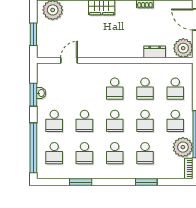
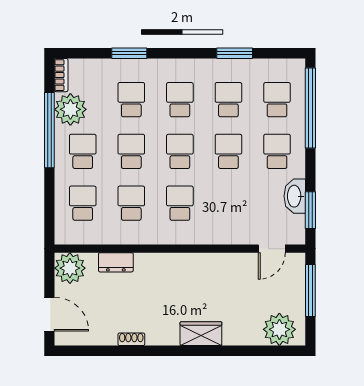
window: (33, 34) -> (310, 291), width x1.44
door: (69, 60) -> (272, 249), moved
washbasin: (41, 93) -> (295, 196), width x1.91, depth x1.45
window: (33, 95) -> (310, 210), moved

